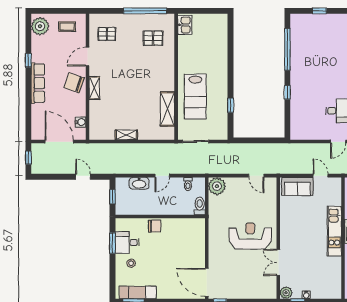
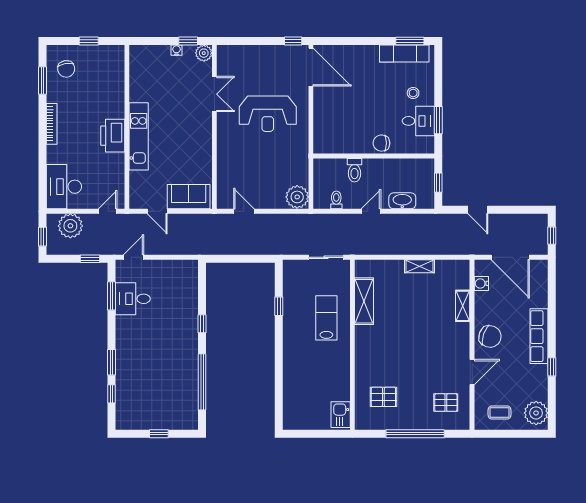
window: (145, 11) -> (415, 434), moved
shelving: (94, 88) -> (463, 306), moved
lab bench: (195, 97) -> (326, 318), width x0.73, depth x0.72
toilet: (200, 206) -> (354, 170), moved
reception desk: (250, 236) -> (268, 114), moved

